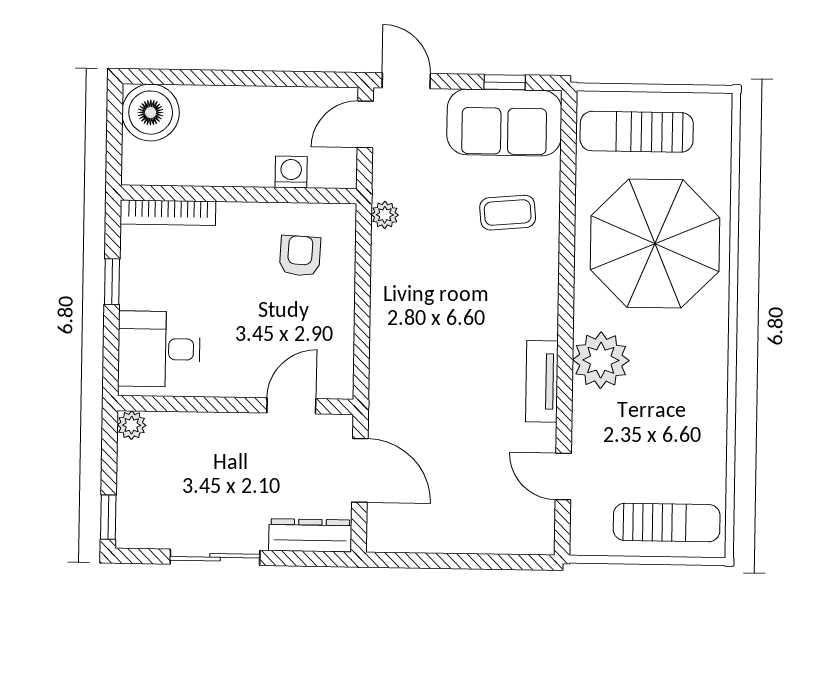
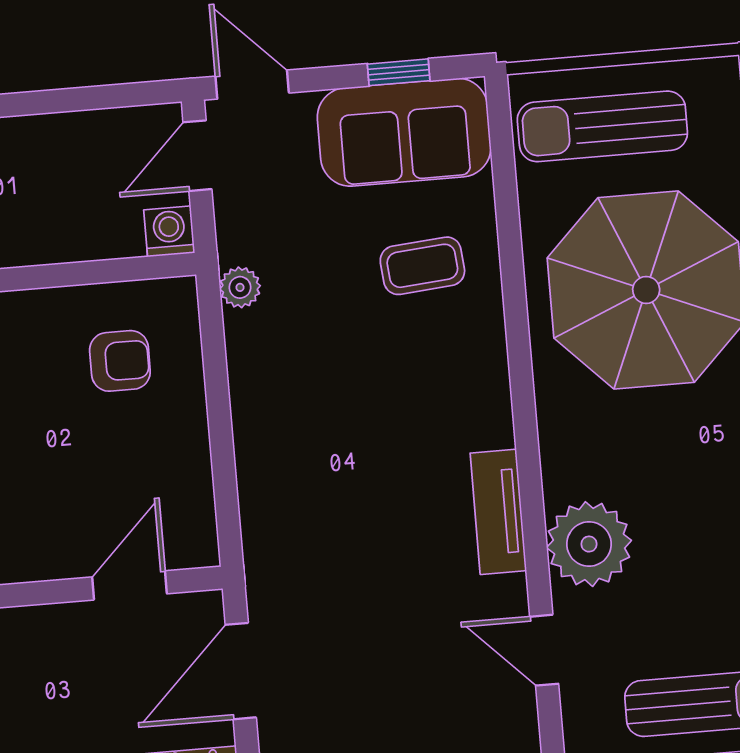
washing machine: (291, 172) -> (169, 231), moved
armchair: (300, 256) -> (120, 361), turned 87
plant: (601, 360) -> (589, 544), moved
door: (360, 470) -> (241, 671), swing flipped

